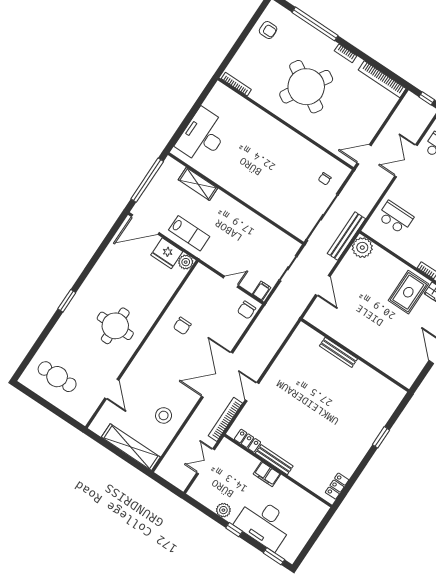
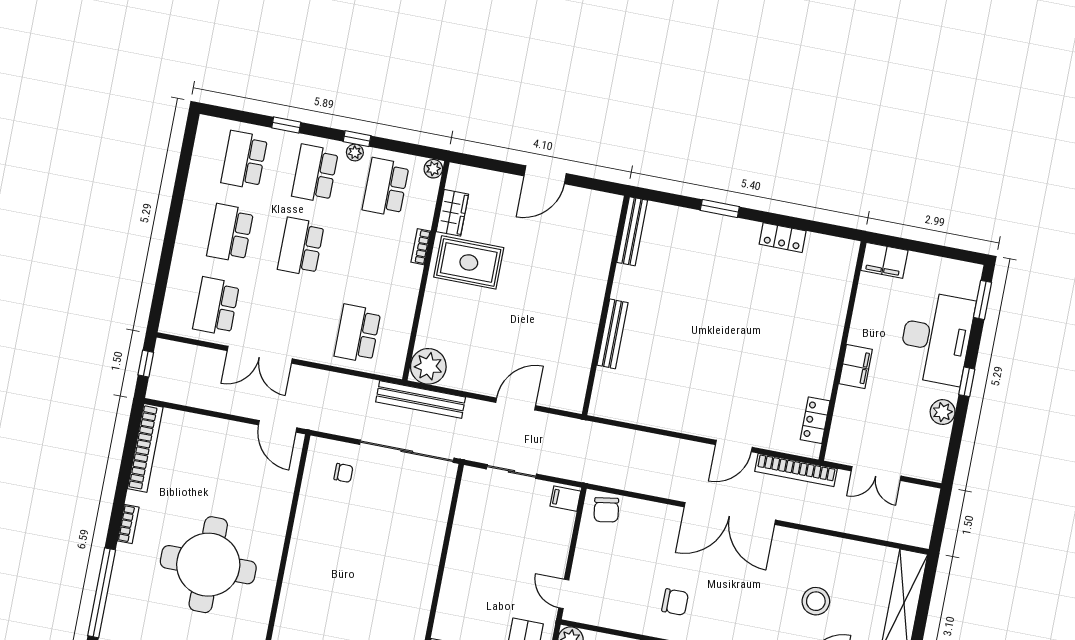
round table: (306, 87) -> (208, 565), turned -31
door: (231, 282) -> (564, 594), moved
chair: (247, 310) -> (606, 510), turned 81
stool: (164, 415) -> (816, 601), moved
bench: (274, 460) -> (632, 231), moved
locker: (337, 486) -> (783, 238), moved
filing cabinet: (317, 513) -> (884, 260), added

